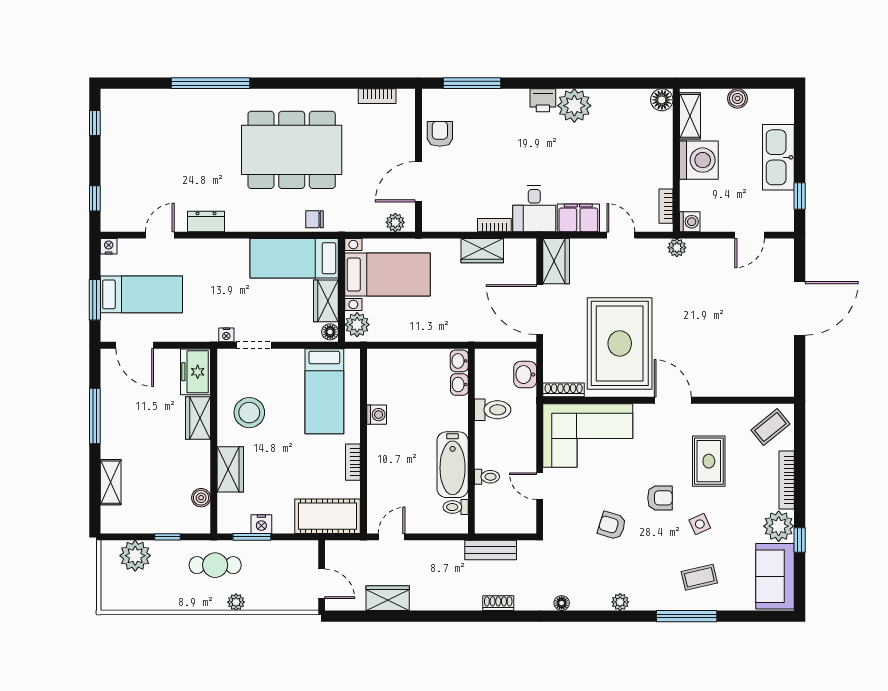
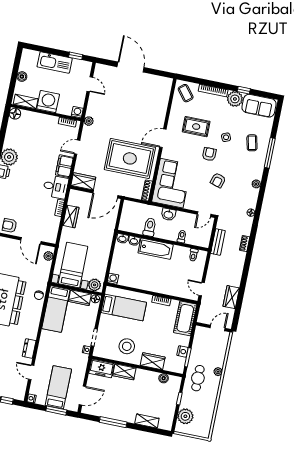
washbasin: (525, 375) -> (168, 214), moved
washing machine: (377, 415) -> (113, 279), moved
bathtub: (453, 465) -> (156, 249), moved
door: (540, 486) -> (204, 214), moved

